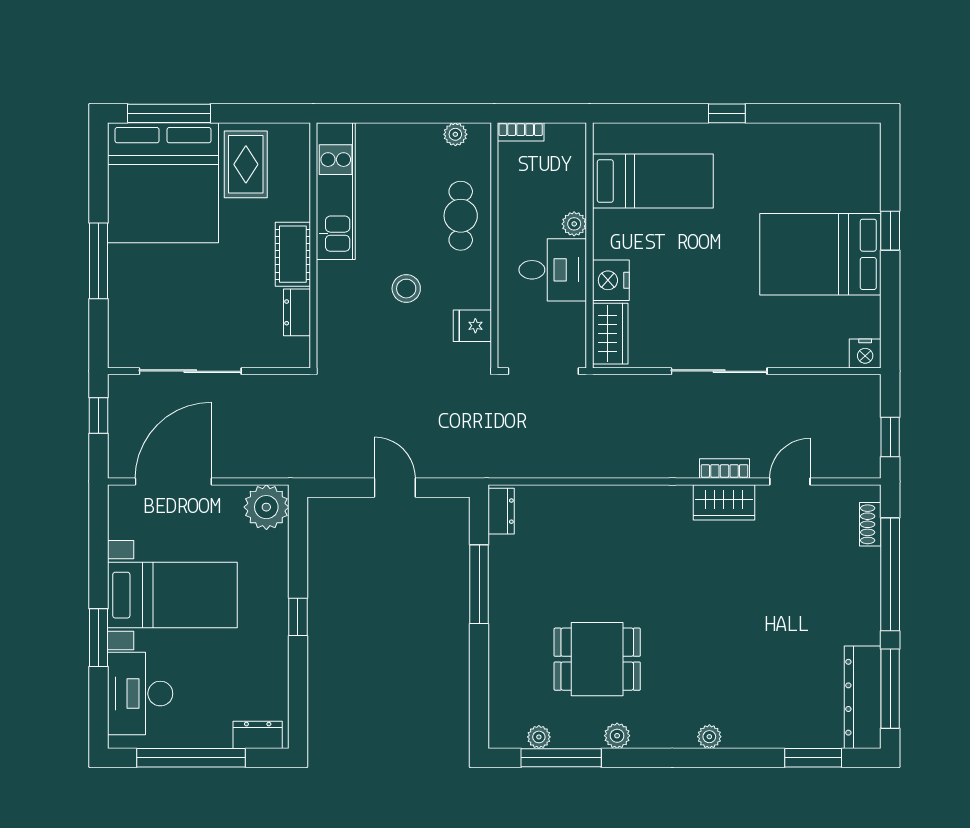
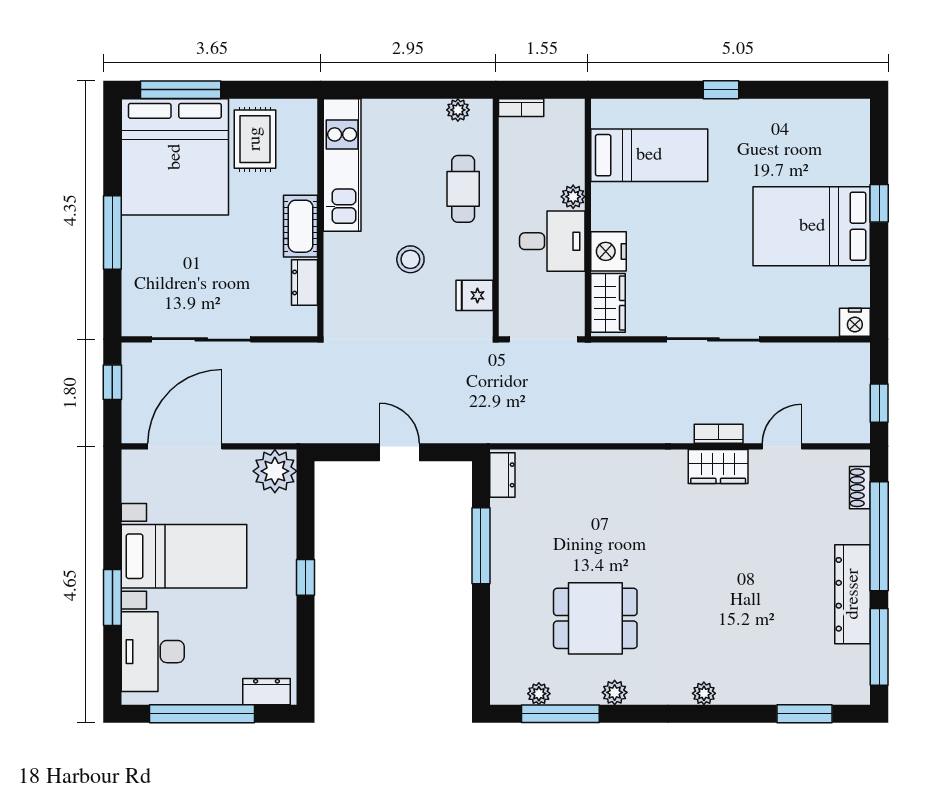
dresser: (863, 697) -> (853, 594), moved

